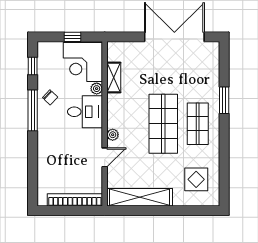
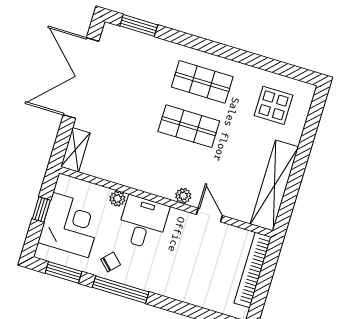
corner desk: (83, 62) -> (71, 225), moved, turned -90
window: (33, 66) -> (63, 272), width x1.50
shelving: (114, 78) -> (75, 150), moved, turned 90
window: (224, 100) -> (139, 25), moved
shop shelf: (163, 124) -> (189, 126), width x0.70, depth x0.74

